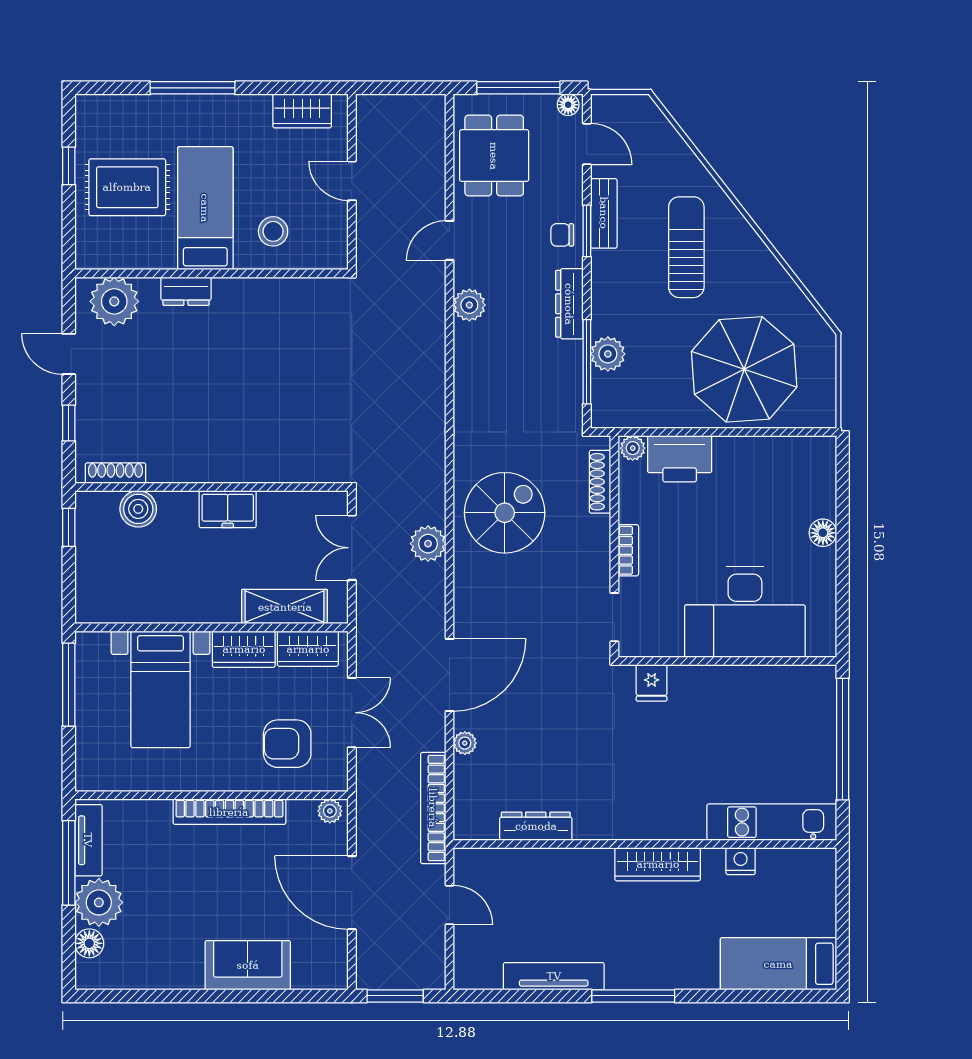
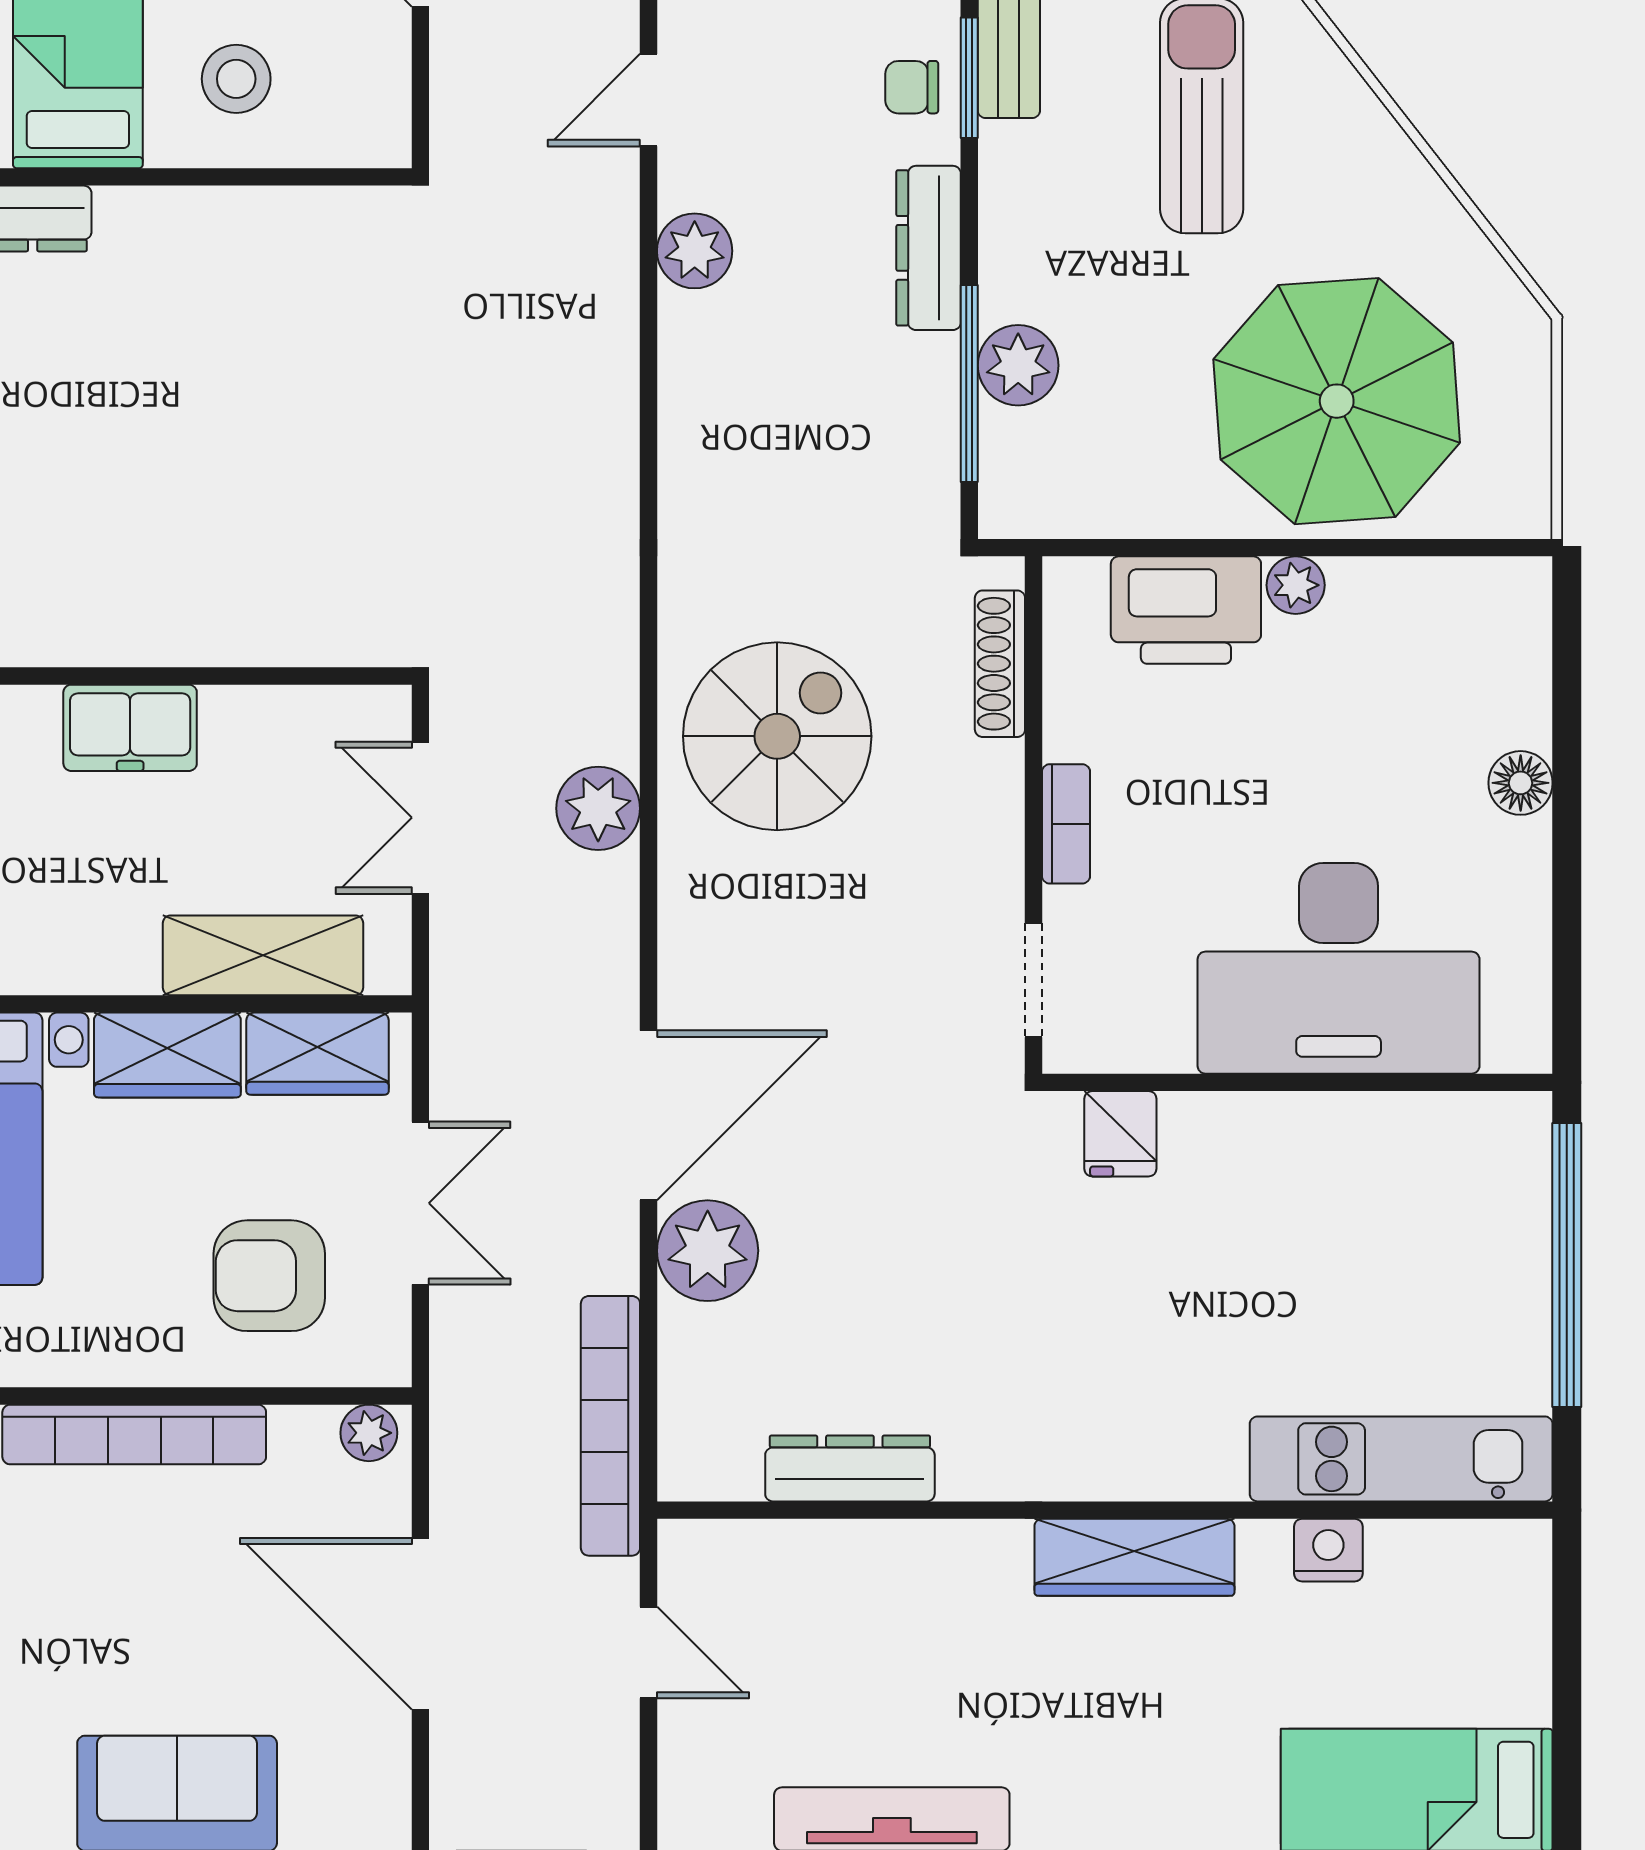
plant: (633, 448) -> (1296, 585), moved
plant: (465, 743) -> (708, 1251), width x1.87, depth x1.87

